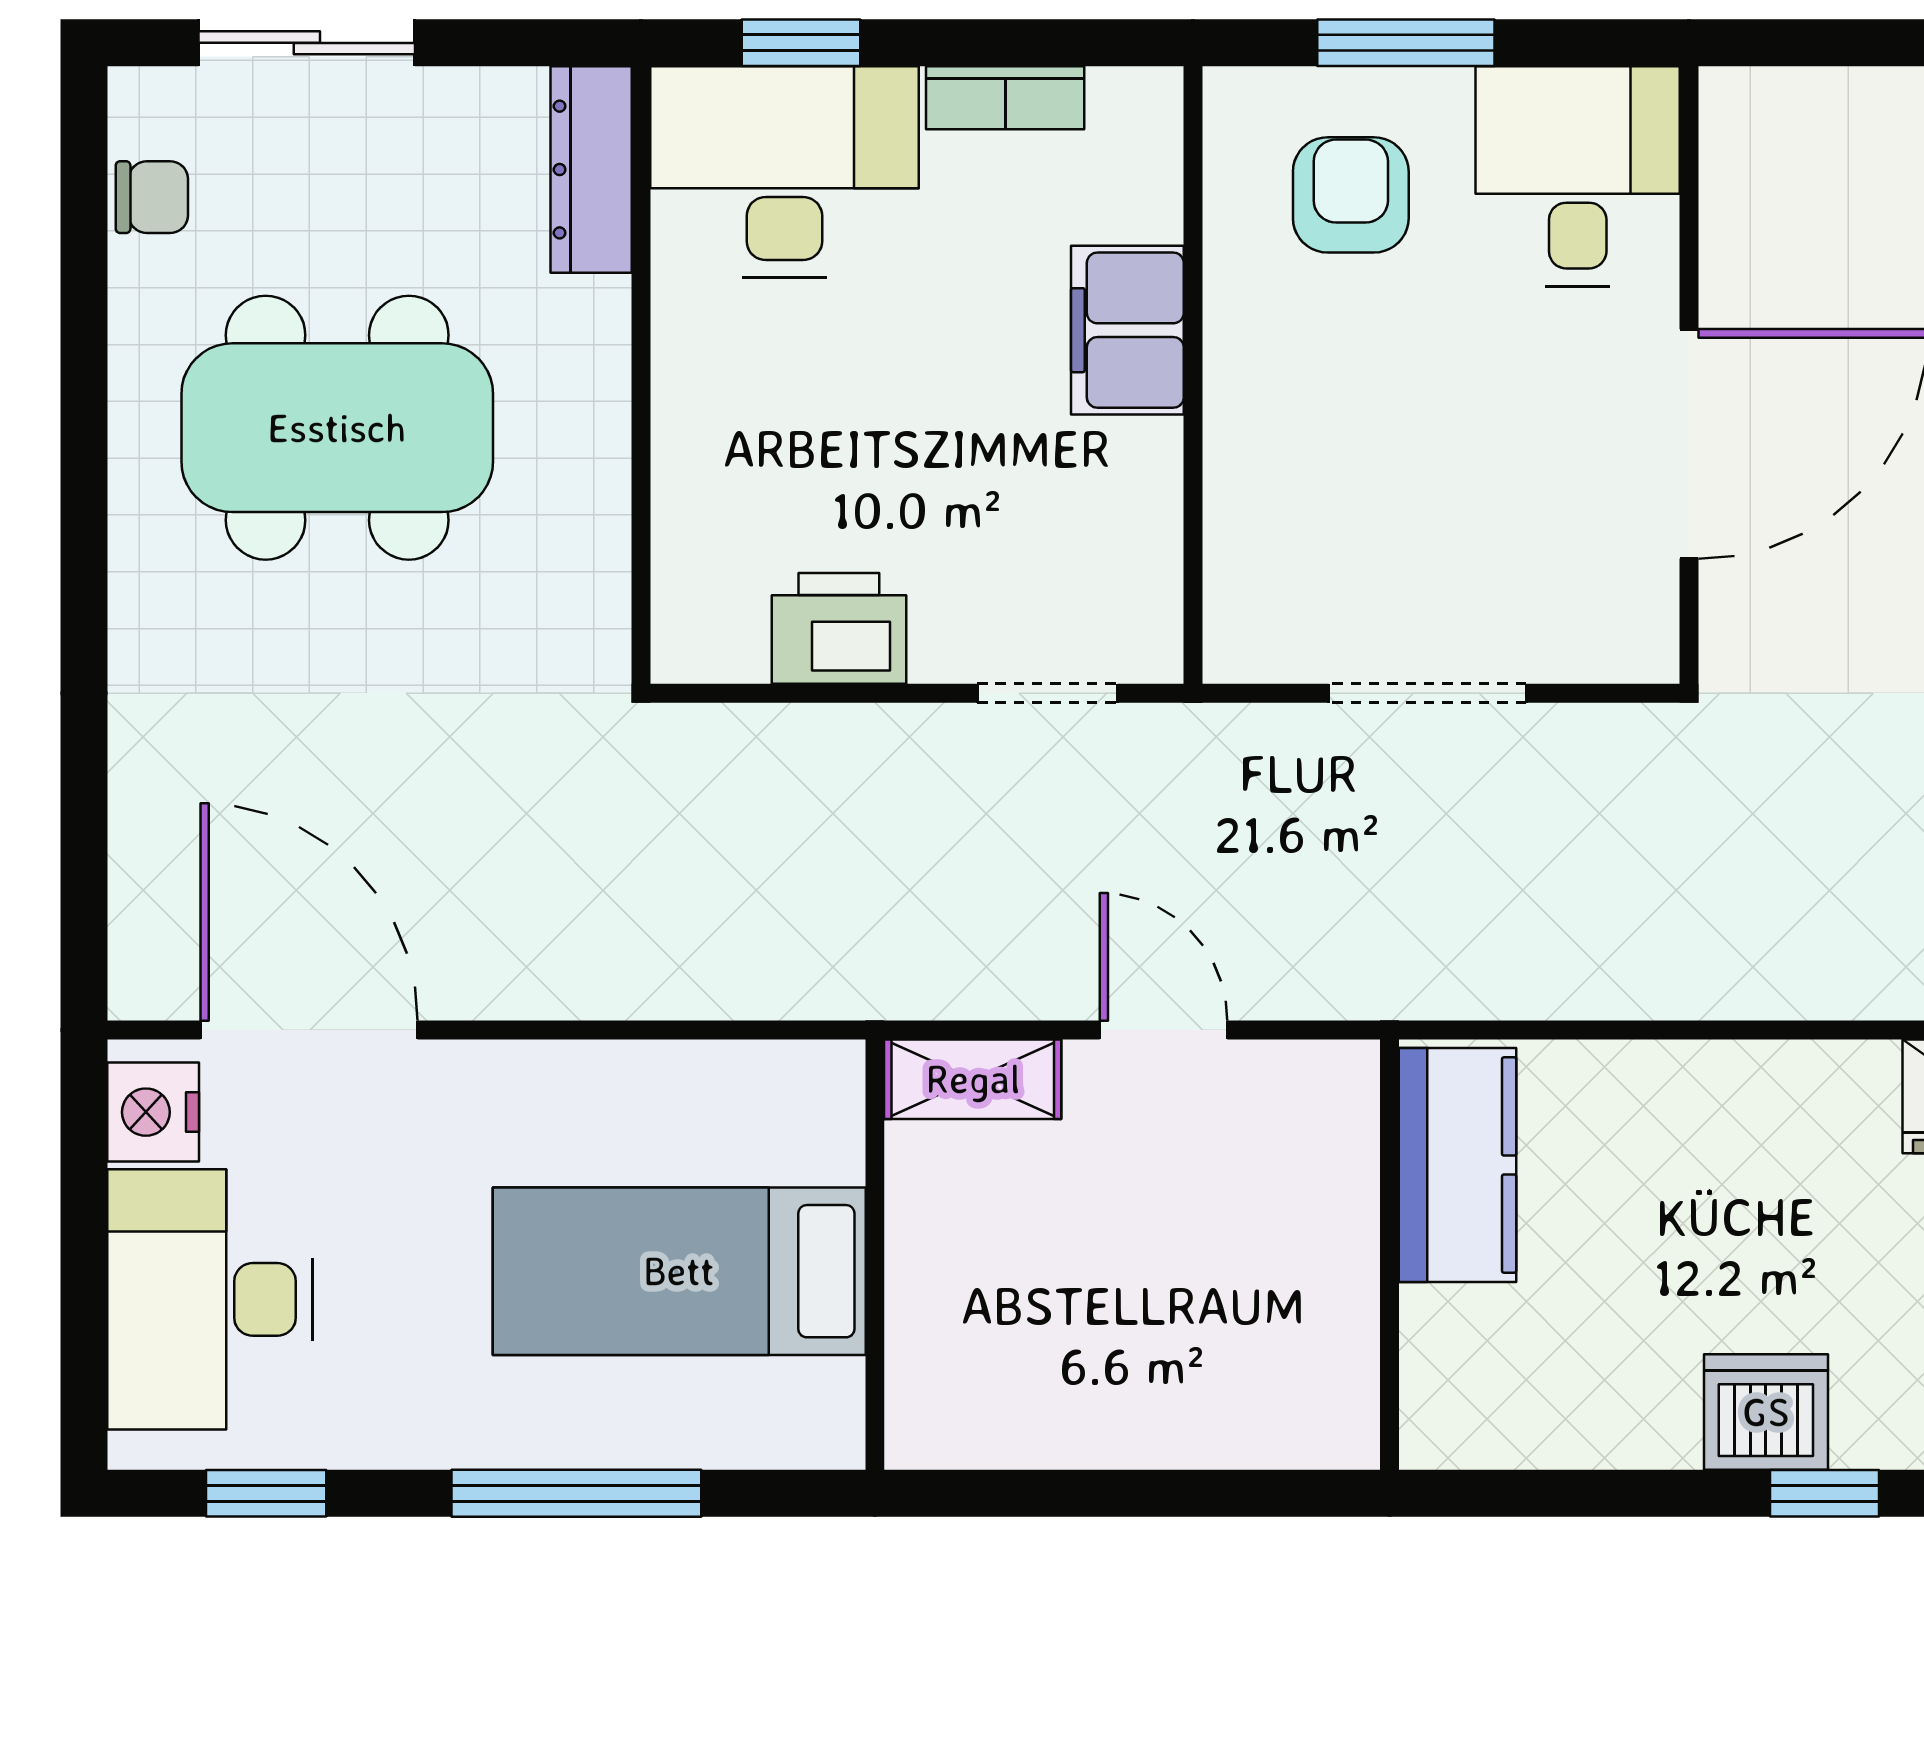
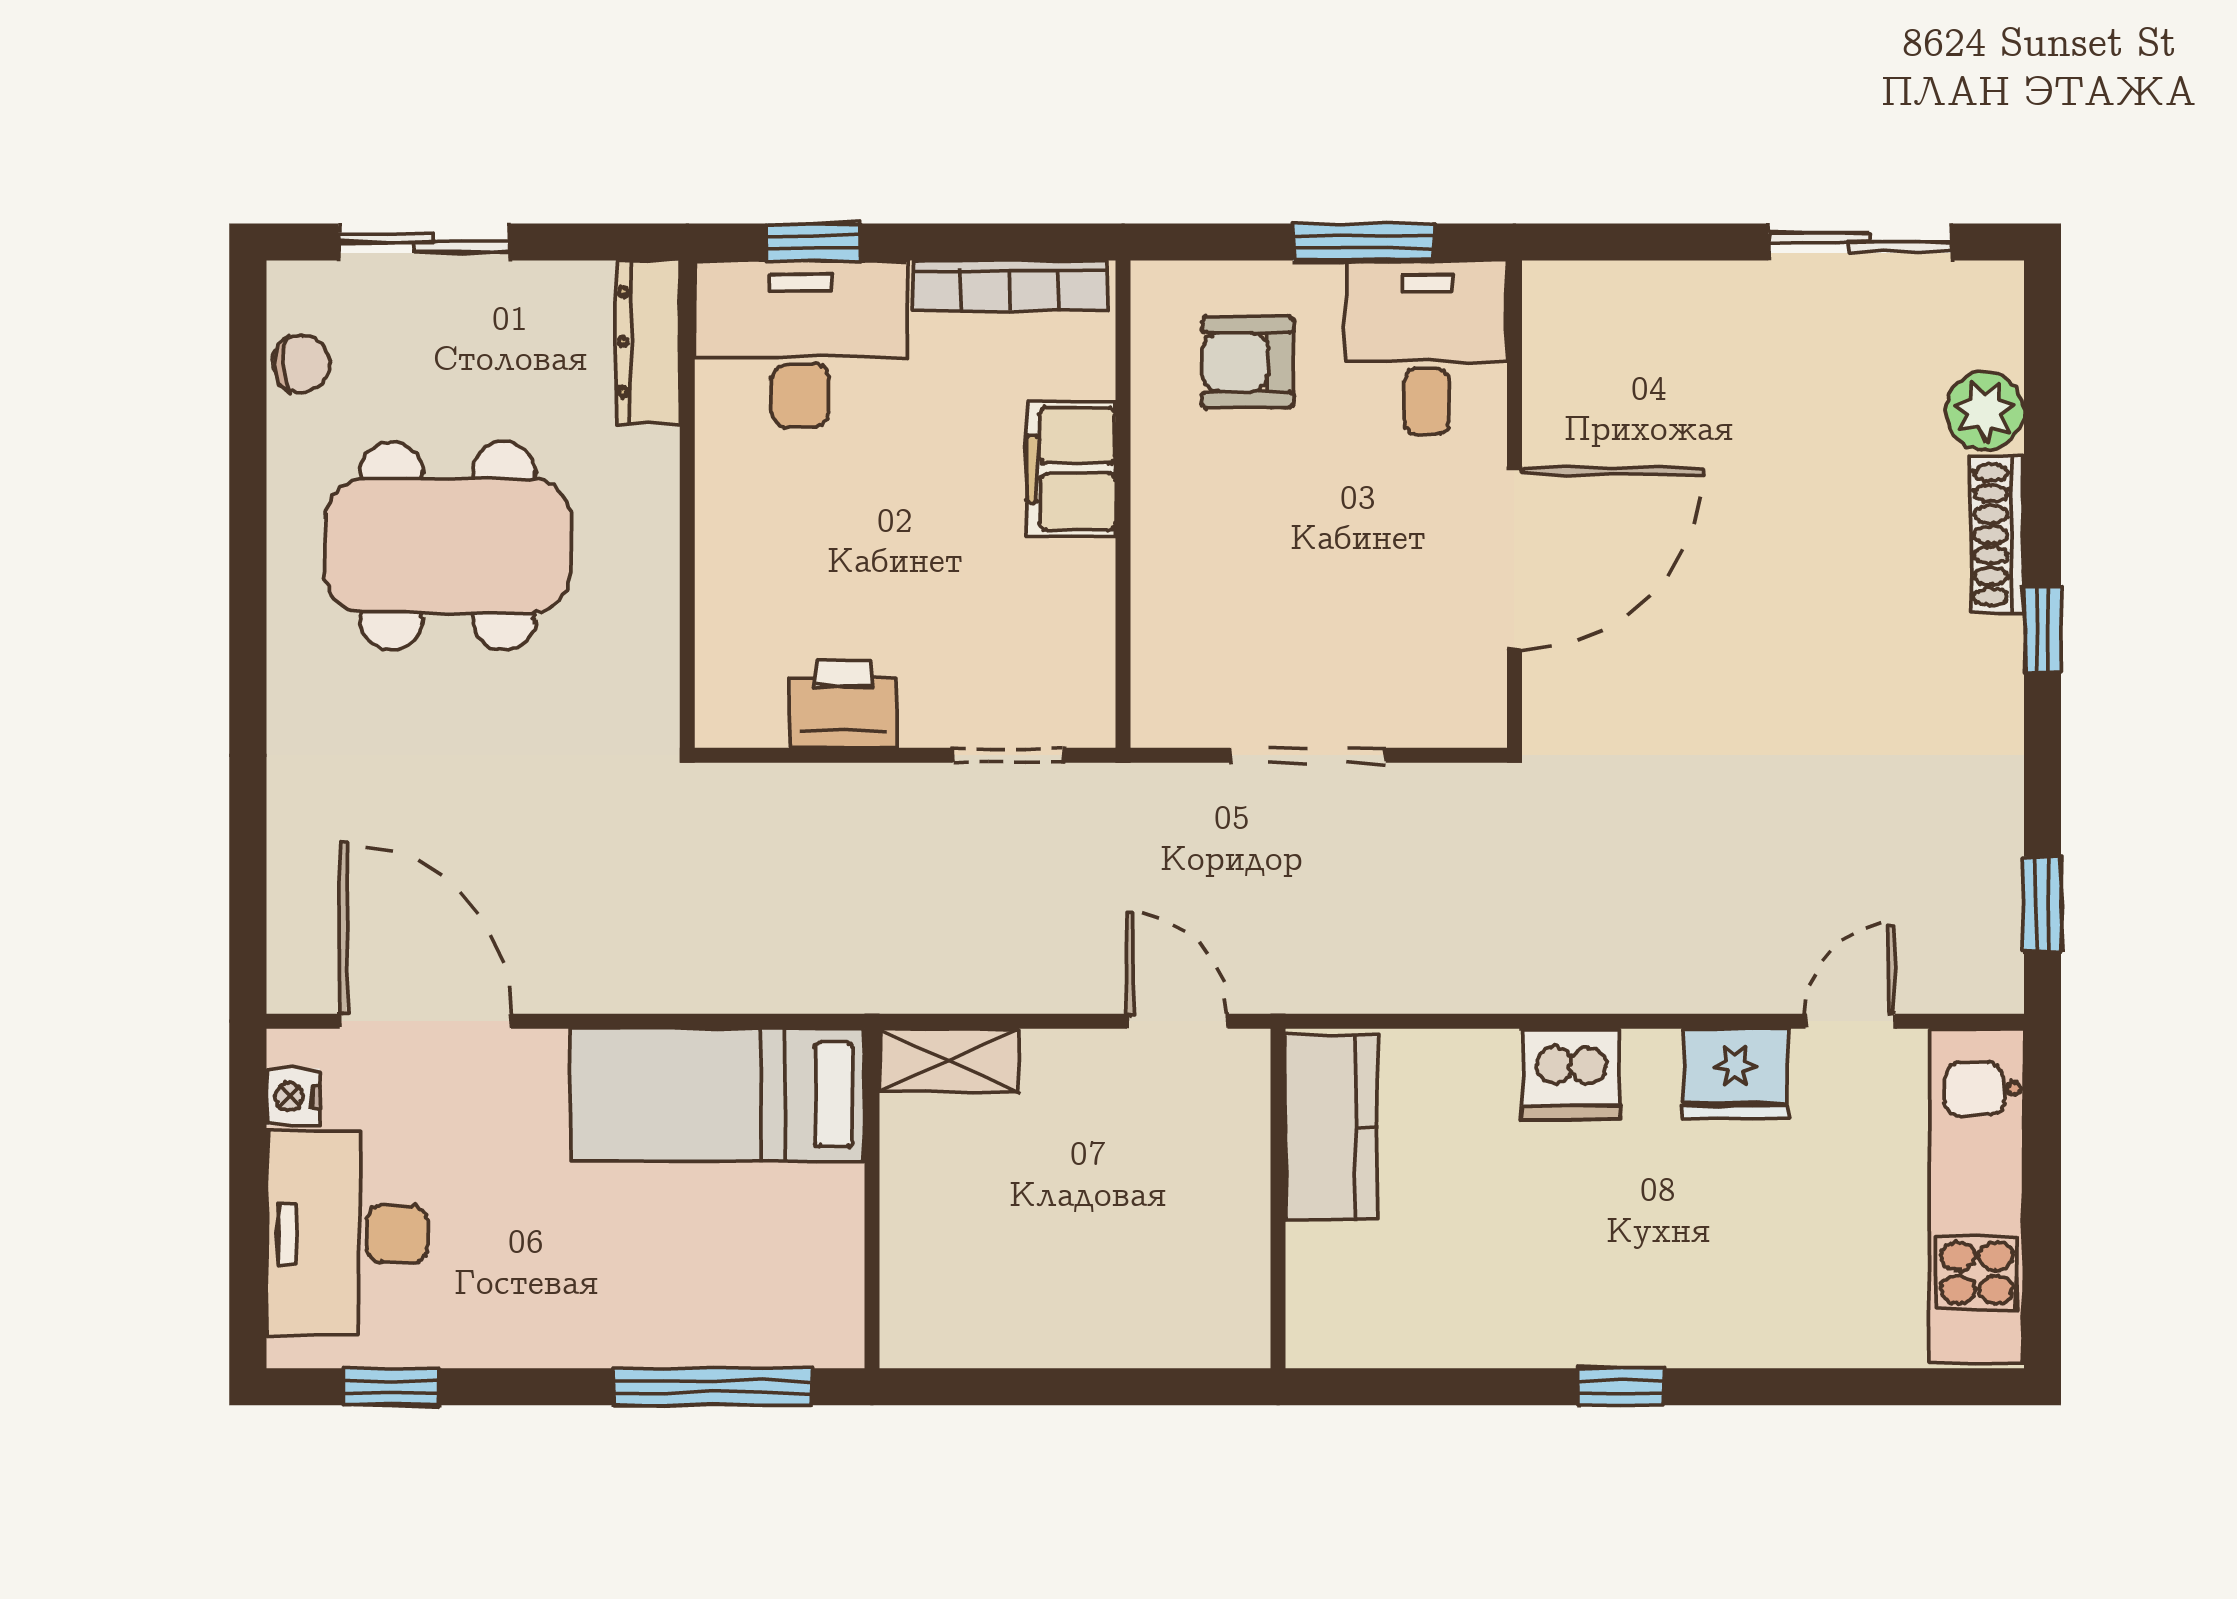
window: (1406, 43) -> (1363, 242), moved
bookcase: (1005, 98) -> (1010, 285), width x1.56
armchair: (1351, 195) -> (1248, 362), turned -90
door: (1164, 1030) -> (1177, 1021), moved
nightstand: (153, 1112) -> (293, 1097), width x0.72, depth x0.74
bed: (679, 1271) -> (717, 1095), moved
dishwasher: (1766, 1412) -> (1570, 1074), moved, turned 180
window: (576, 1493) -> (712, 1387), moved

